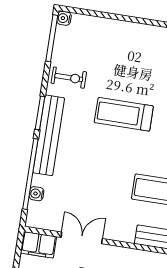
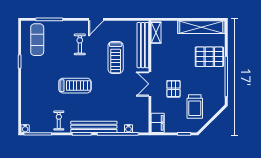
treadmill: (124, 114) -> (75, 86), turned -90
double door: (82, 238) -> (150, 84), moved

